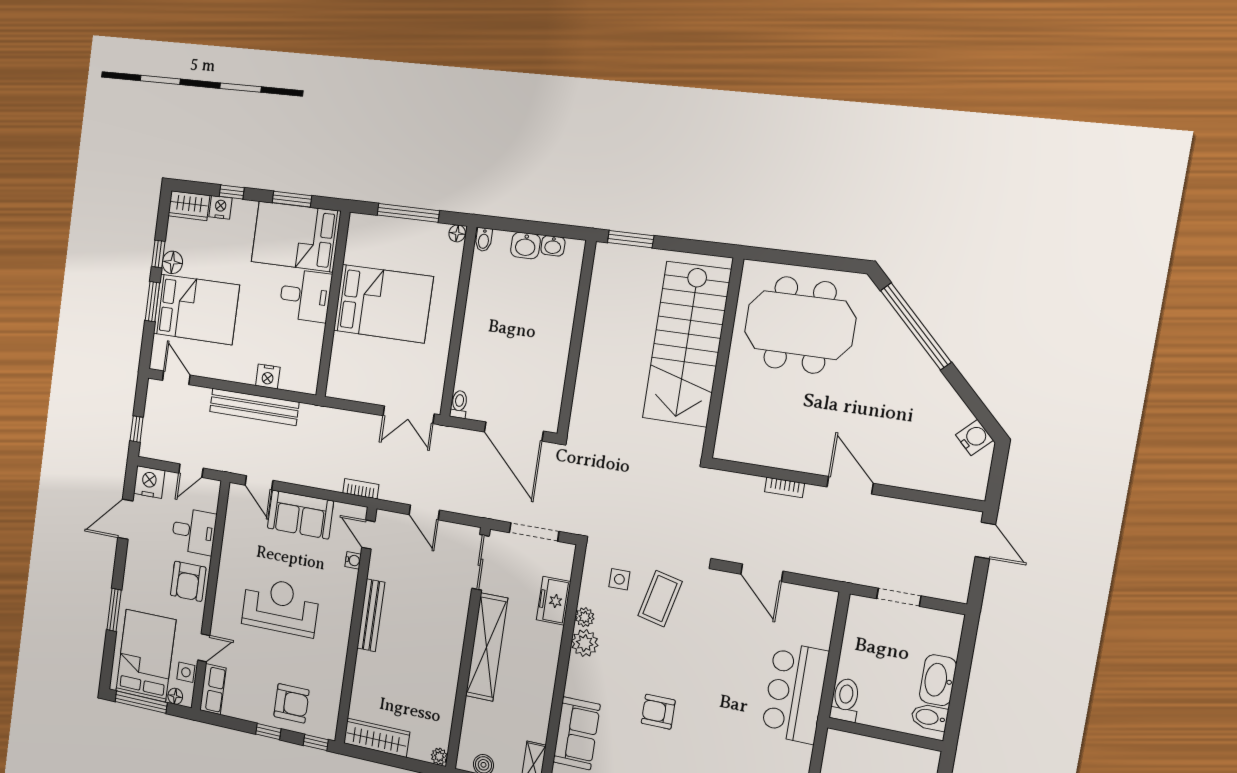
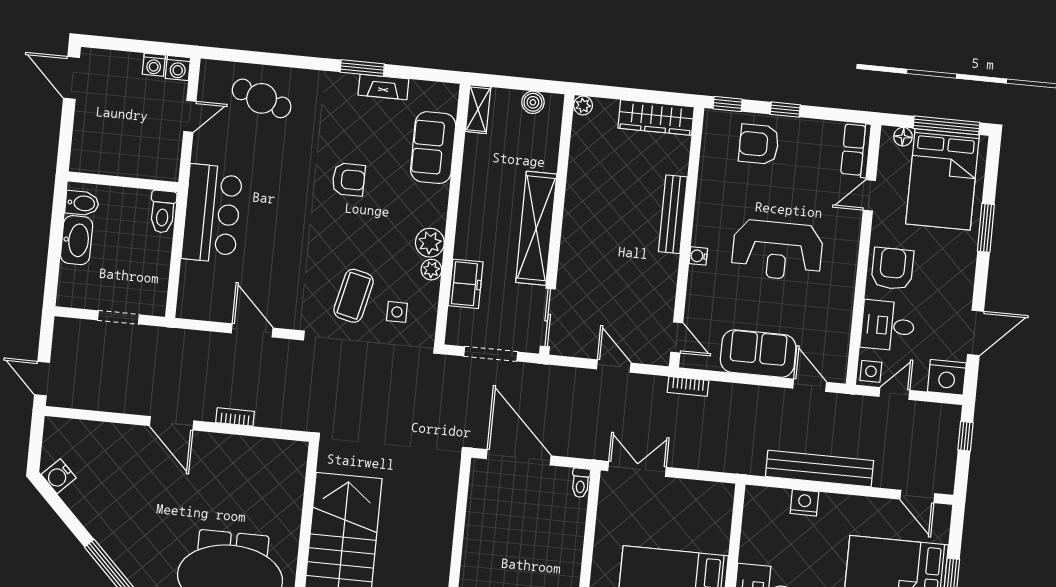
water cooler: (353, 560) -> (698, 256), moved
bench: (371, 615) -> (673, 214), moved
side table: (186, 672) -> (871, 371), moved

